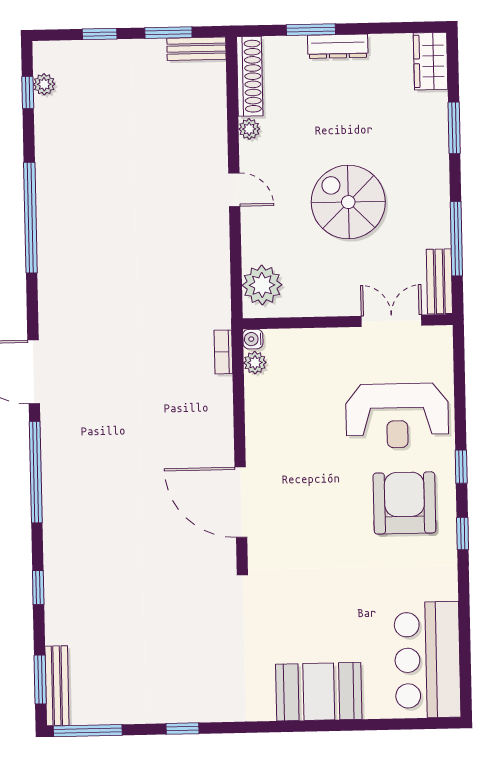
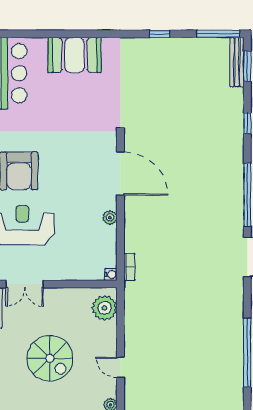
plant: (255, 363) -> (110, 218), moved

